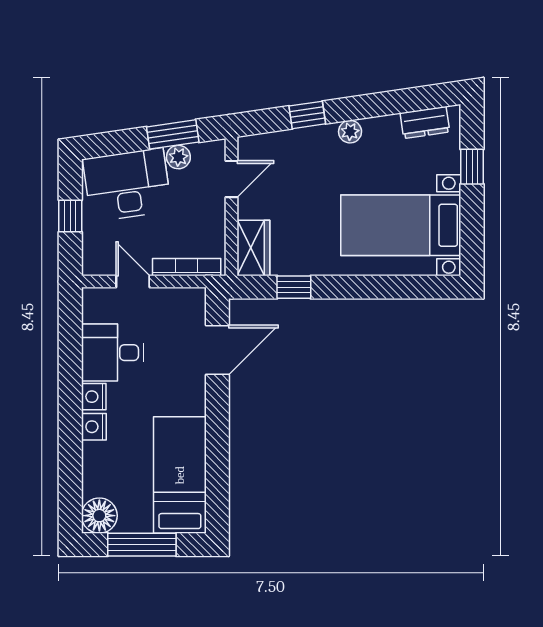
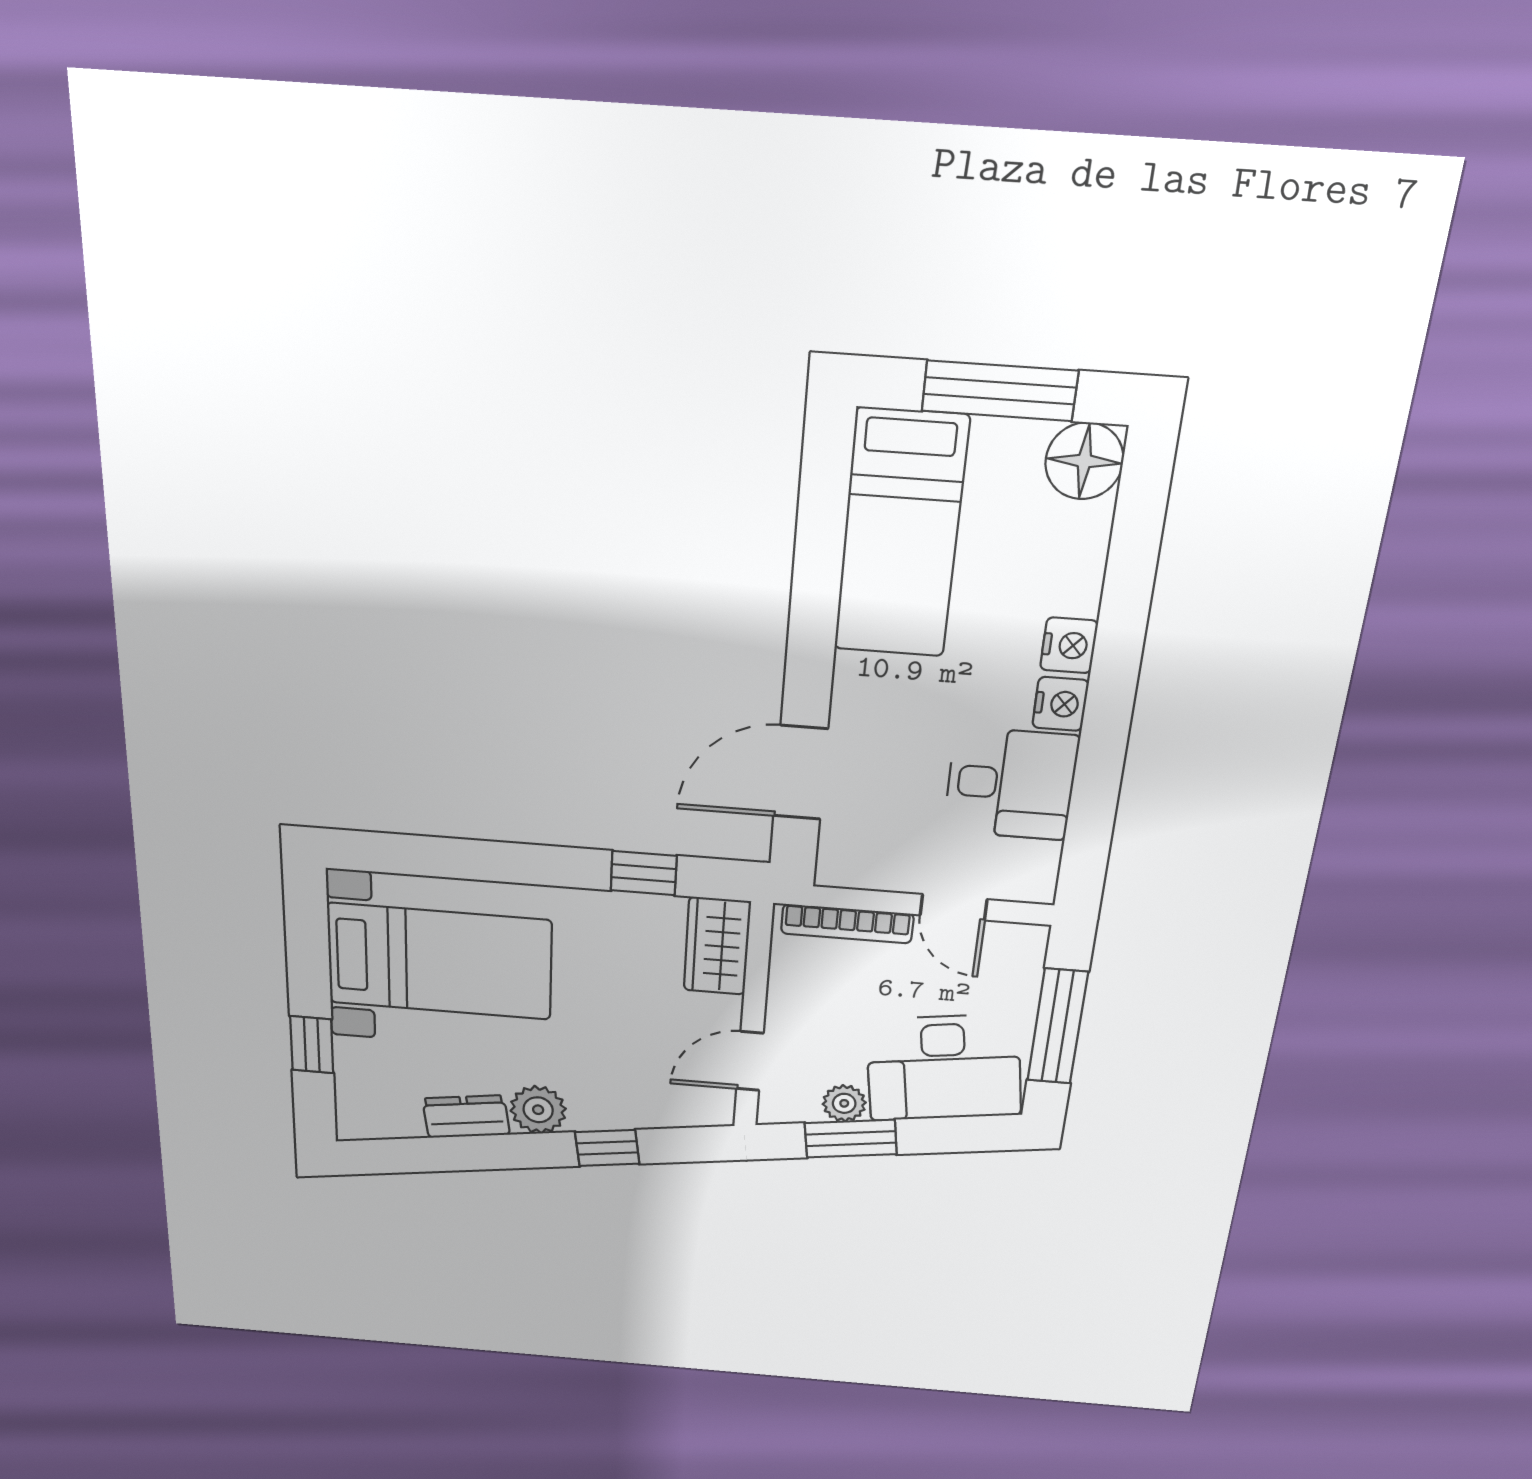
dresser: (425, 122) -> (466, 1117), moved
plant: (350, 132) -> (538, 1110), width x1.38, depth x1.38
window: (70, 216) -> (1058, 1026), width x2.17

